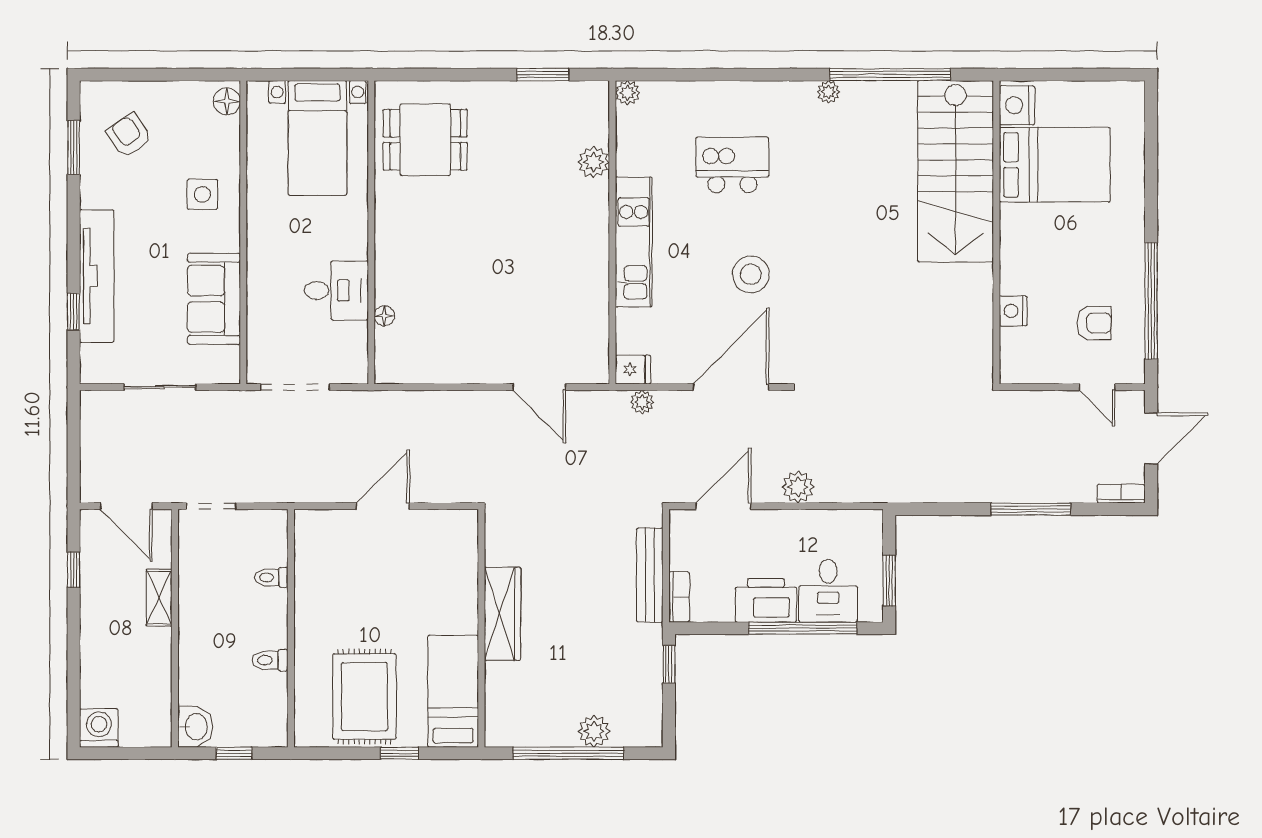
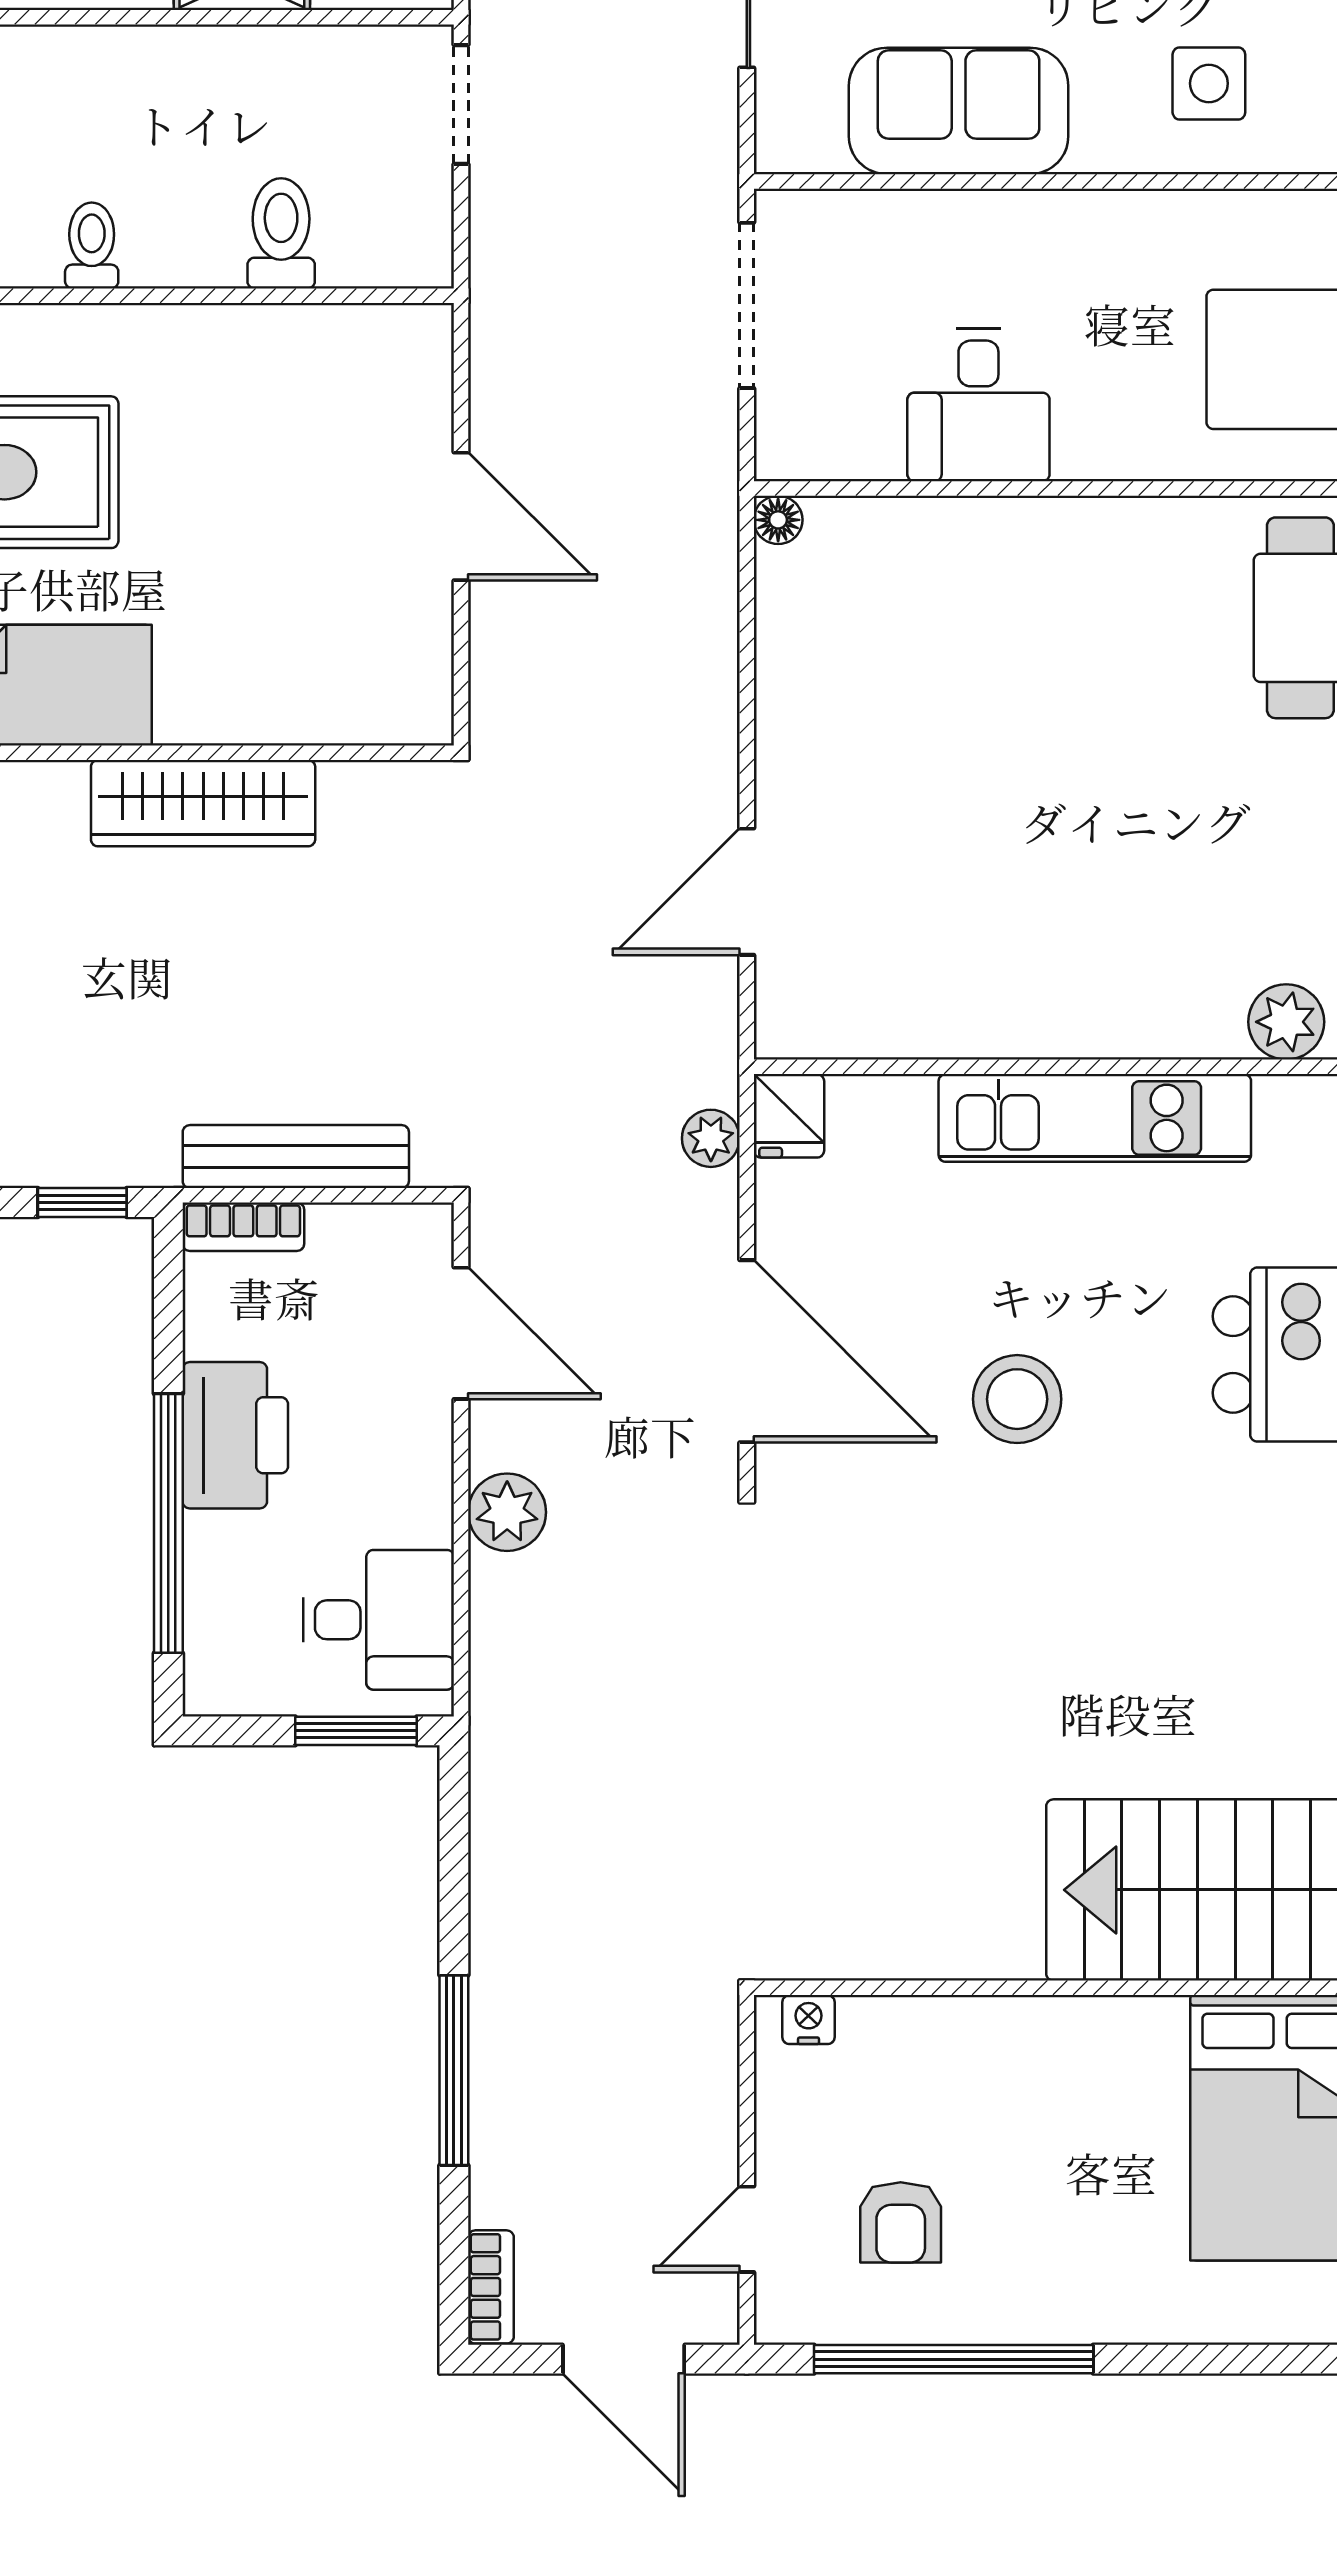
nightstand: (1013, 311) -> (809, 2020), moved, width x0.72, depth x0.74
floor lamp: (384, 316) -> (778, 520), moved
toilet: (271, 577) -> (281, 233), width x1.37, depth x1.39
window: (889, 580) -> (356, 1731), moved
desk: (828, 591) -> (378, 1620), moved, turned 180

